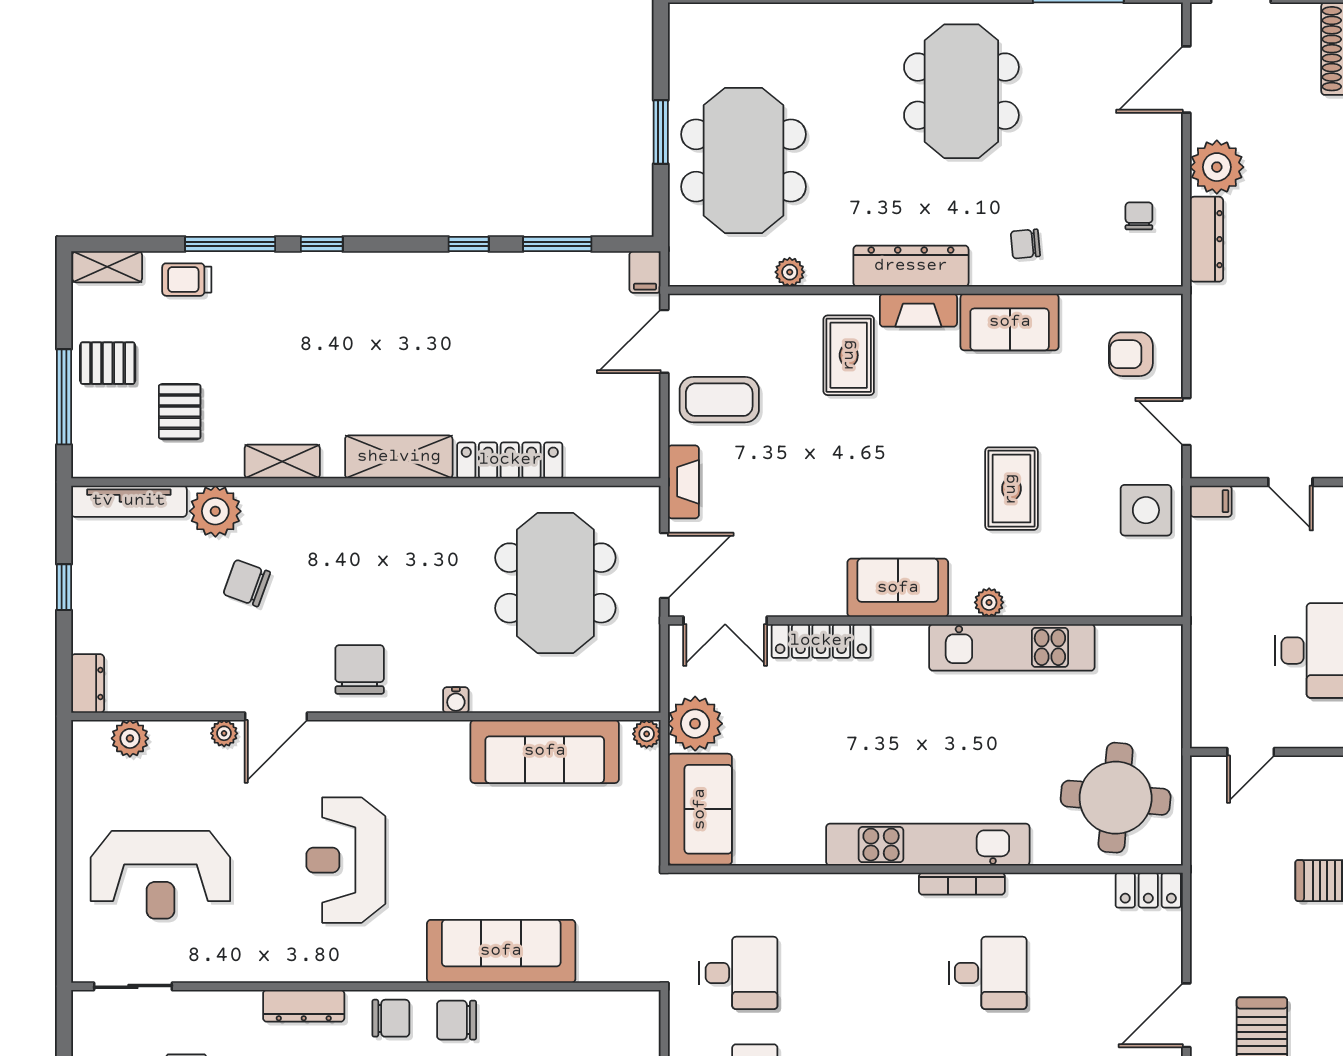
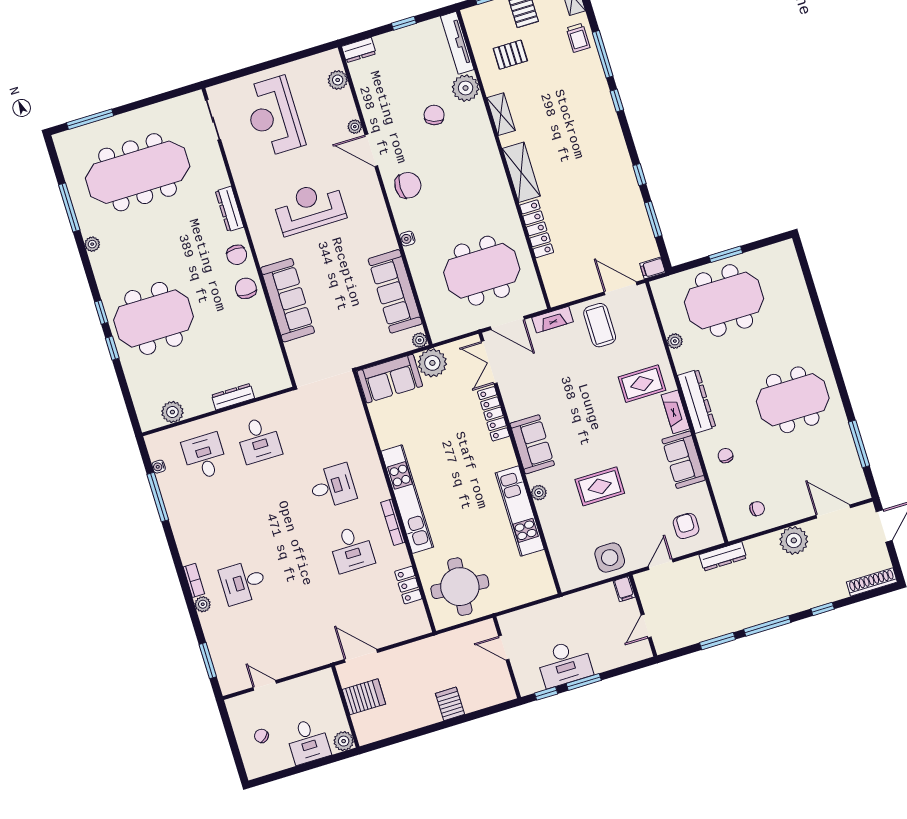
dresser: (1207, 239) -> (723, 556), moved
trolley: (187, 280) -> (578, 38), turned 180
locker: (1148, 890) -> (408, 585), moved
desk: (738, 973) -> (332, 486), moved, turned -90

